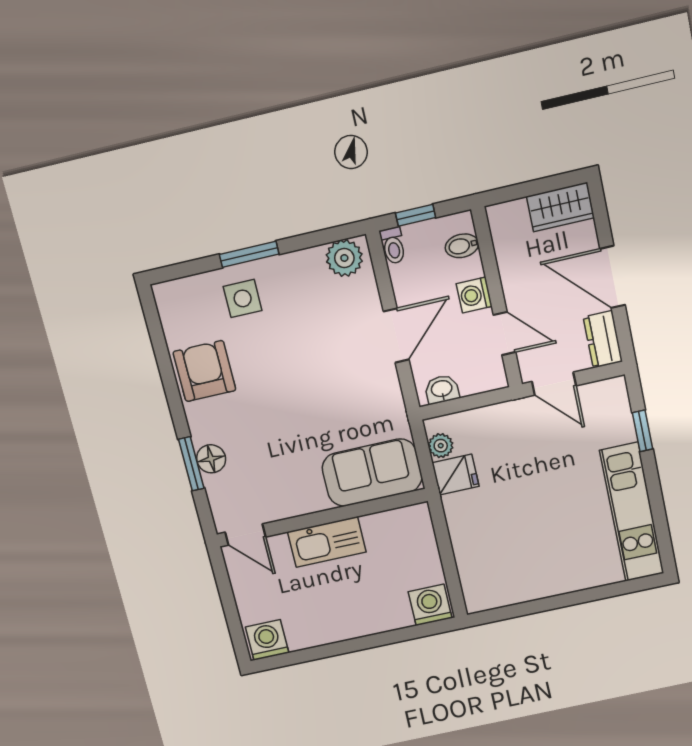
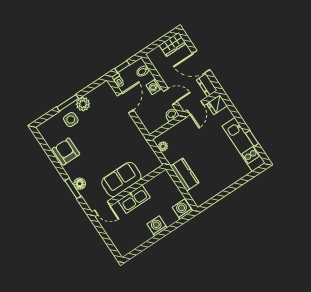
plant: (344, 258) -> (83, 104), moved
door: (396, 336) -> (125, 103), moved
door: (554, 384) -> (195, 108), hinge flipped
washbasin: (442, 389) -> (172, 114), moved
window: (643, 431) -> (252, 138), moved
sofa: (372, 473) -> (121, 179), moved
fridge: (455, 475) -> (217, 105), moved, turned 180
kitchen counter: (466, 529) -> (185, 174), added
washing machine: (267, 640) -> (157, 226), moved

